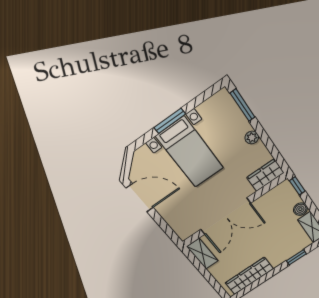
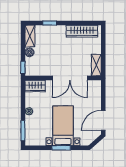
door: (140, 198) -> (103, 121), hinge flipped
double door: (226, 216) -> (70, 78), swing flipped

